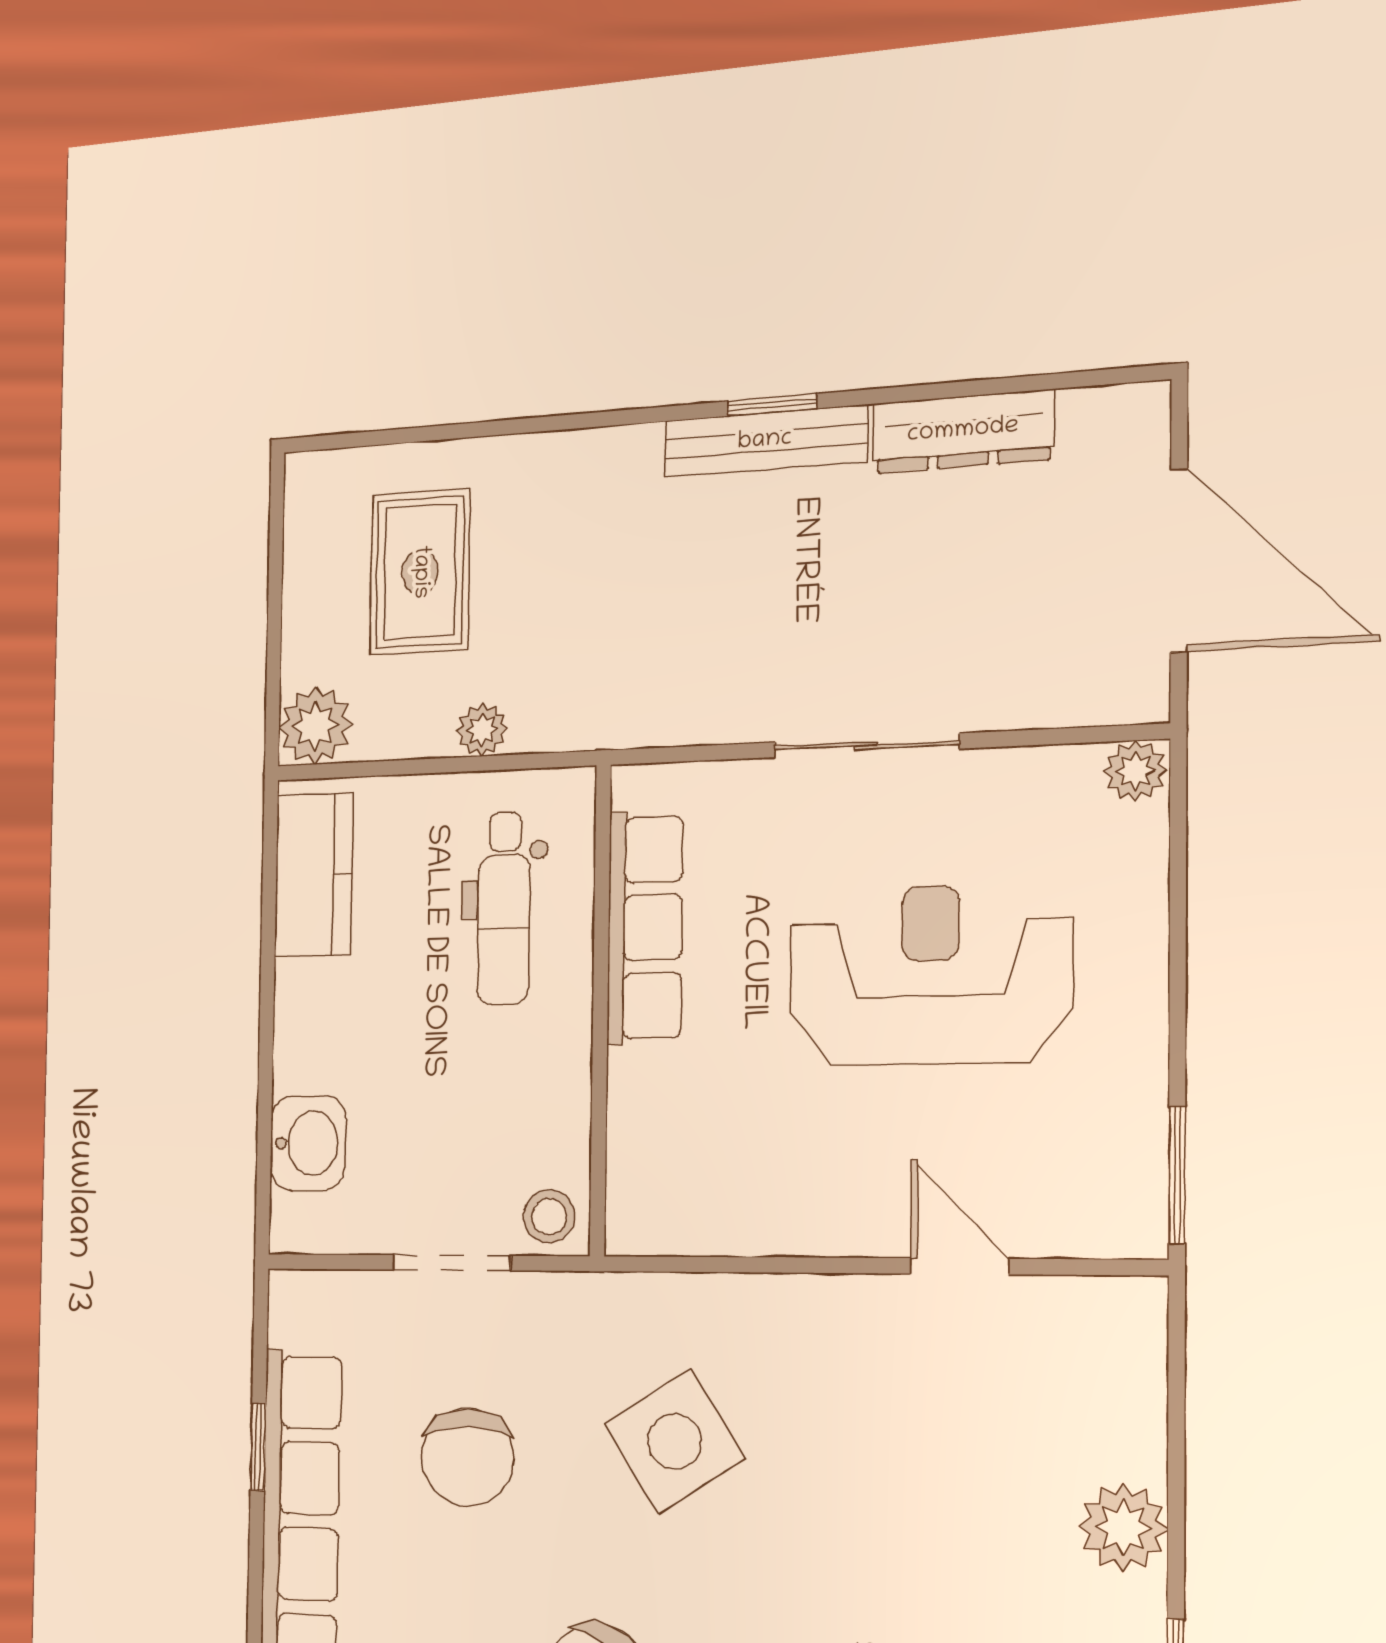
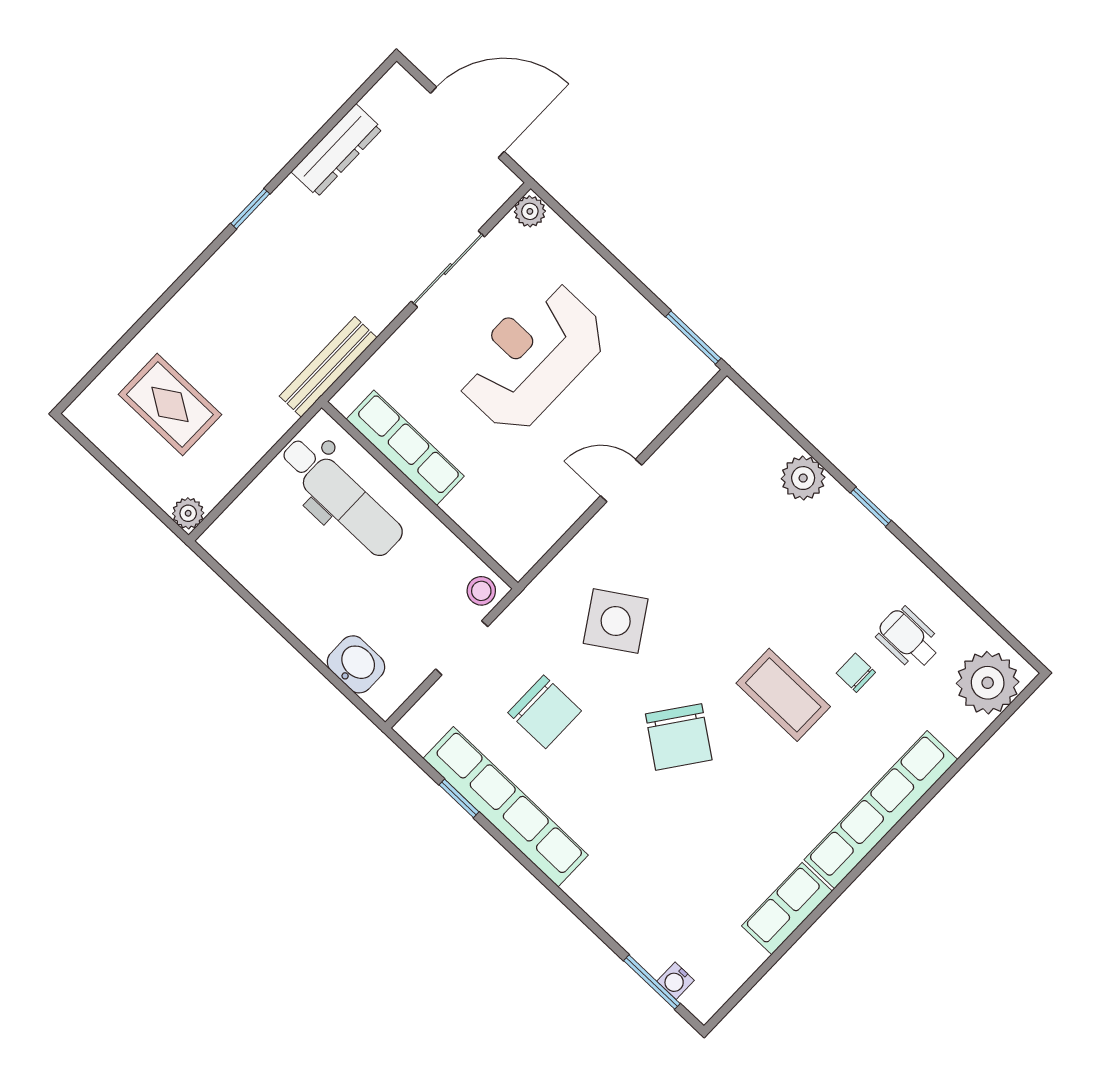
bench: (765, 441) -> (328, 367), moved
plant: (315, 726) -> (188, 513), width x0.73, depth x0.73
plant: (482, 730) -> (260, 439), removed
sliding door: (866, 745) -> (448, 269), moved
kitchen counter: (314, 875) -> (249, 562), removed
dental chair: (504, 908) -> (341, 496), width x1.36, depth x1.38
door: (960, 1266) -> (621, 480), moved

